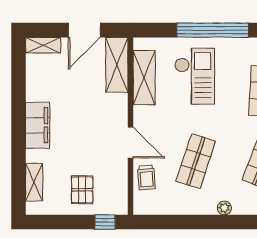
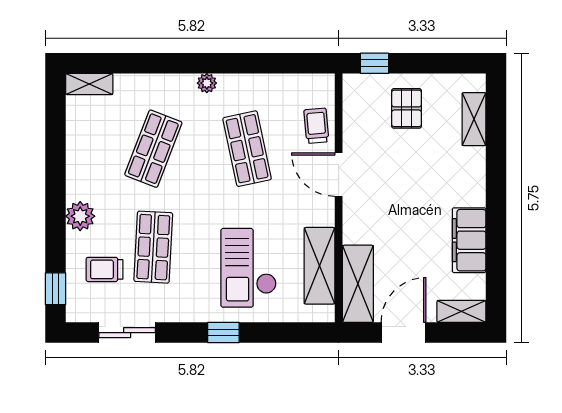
window: (213, 30) -> (223, 333), width x0.32
filing cabinet: (38, 125) -> (469, 240), moved
shop shelf: (196, 161) -> (247, 149), turned -30

